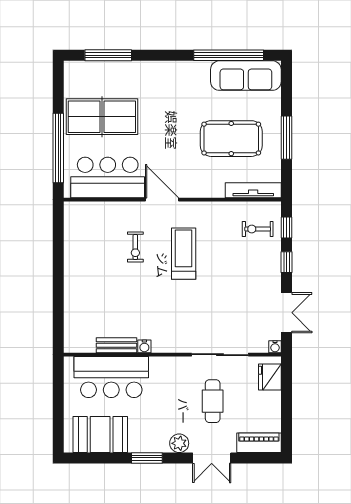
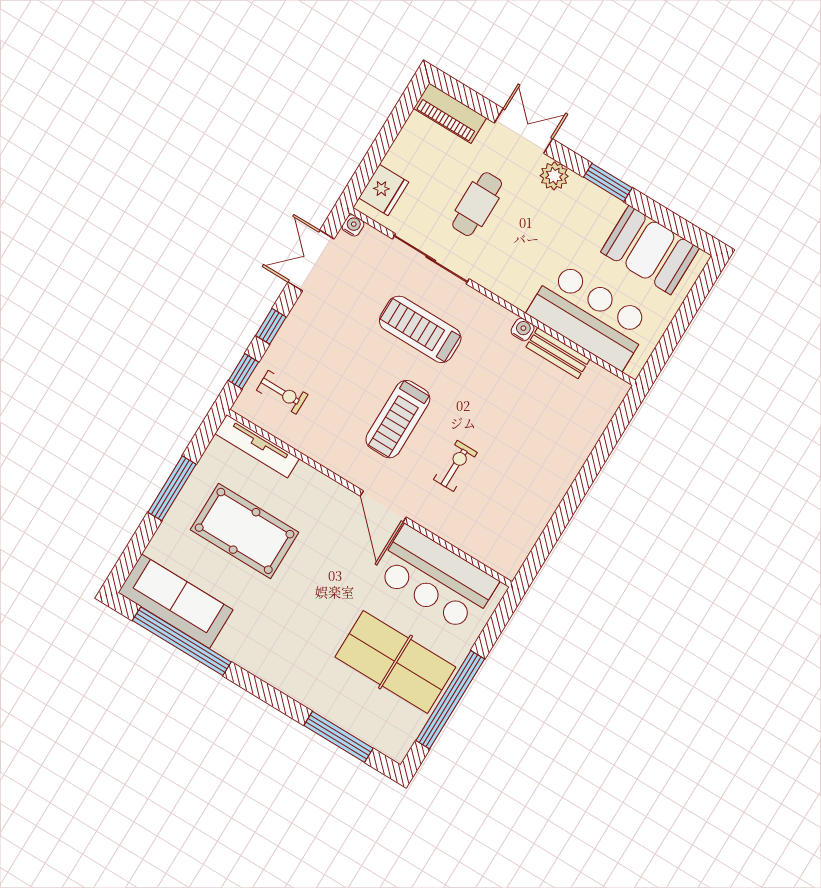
window: (58, 148) -> (450, 700), moved
treadmill: (202, 311) -> (420, 329), added

